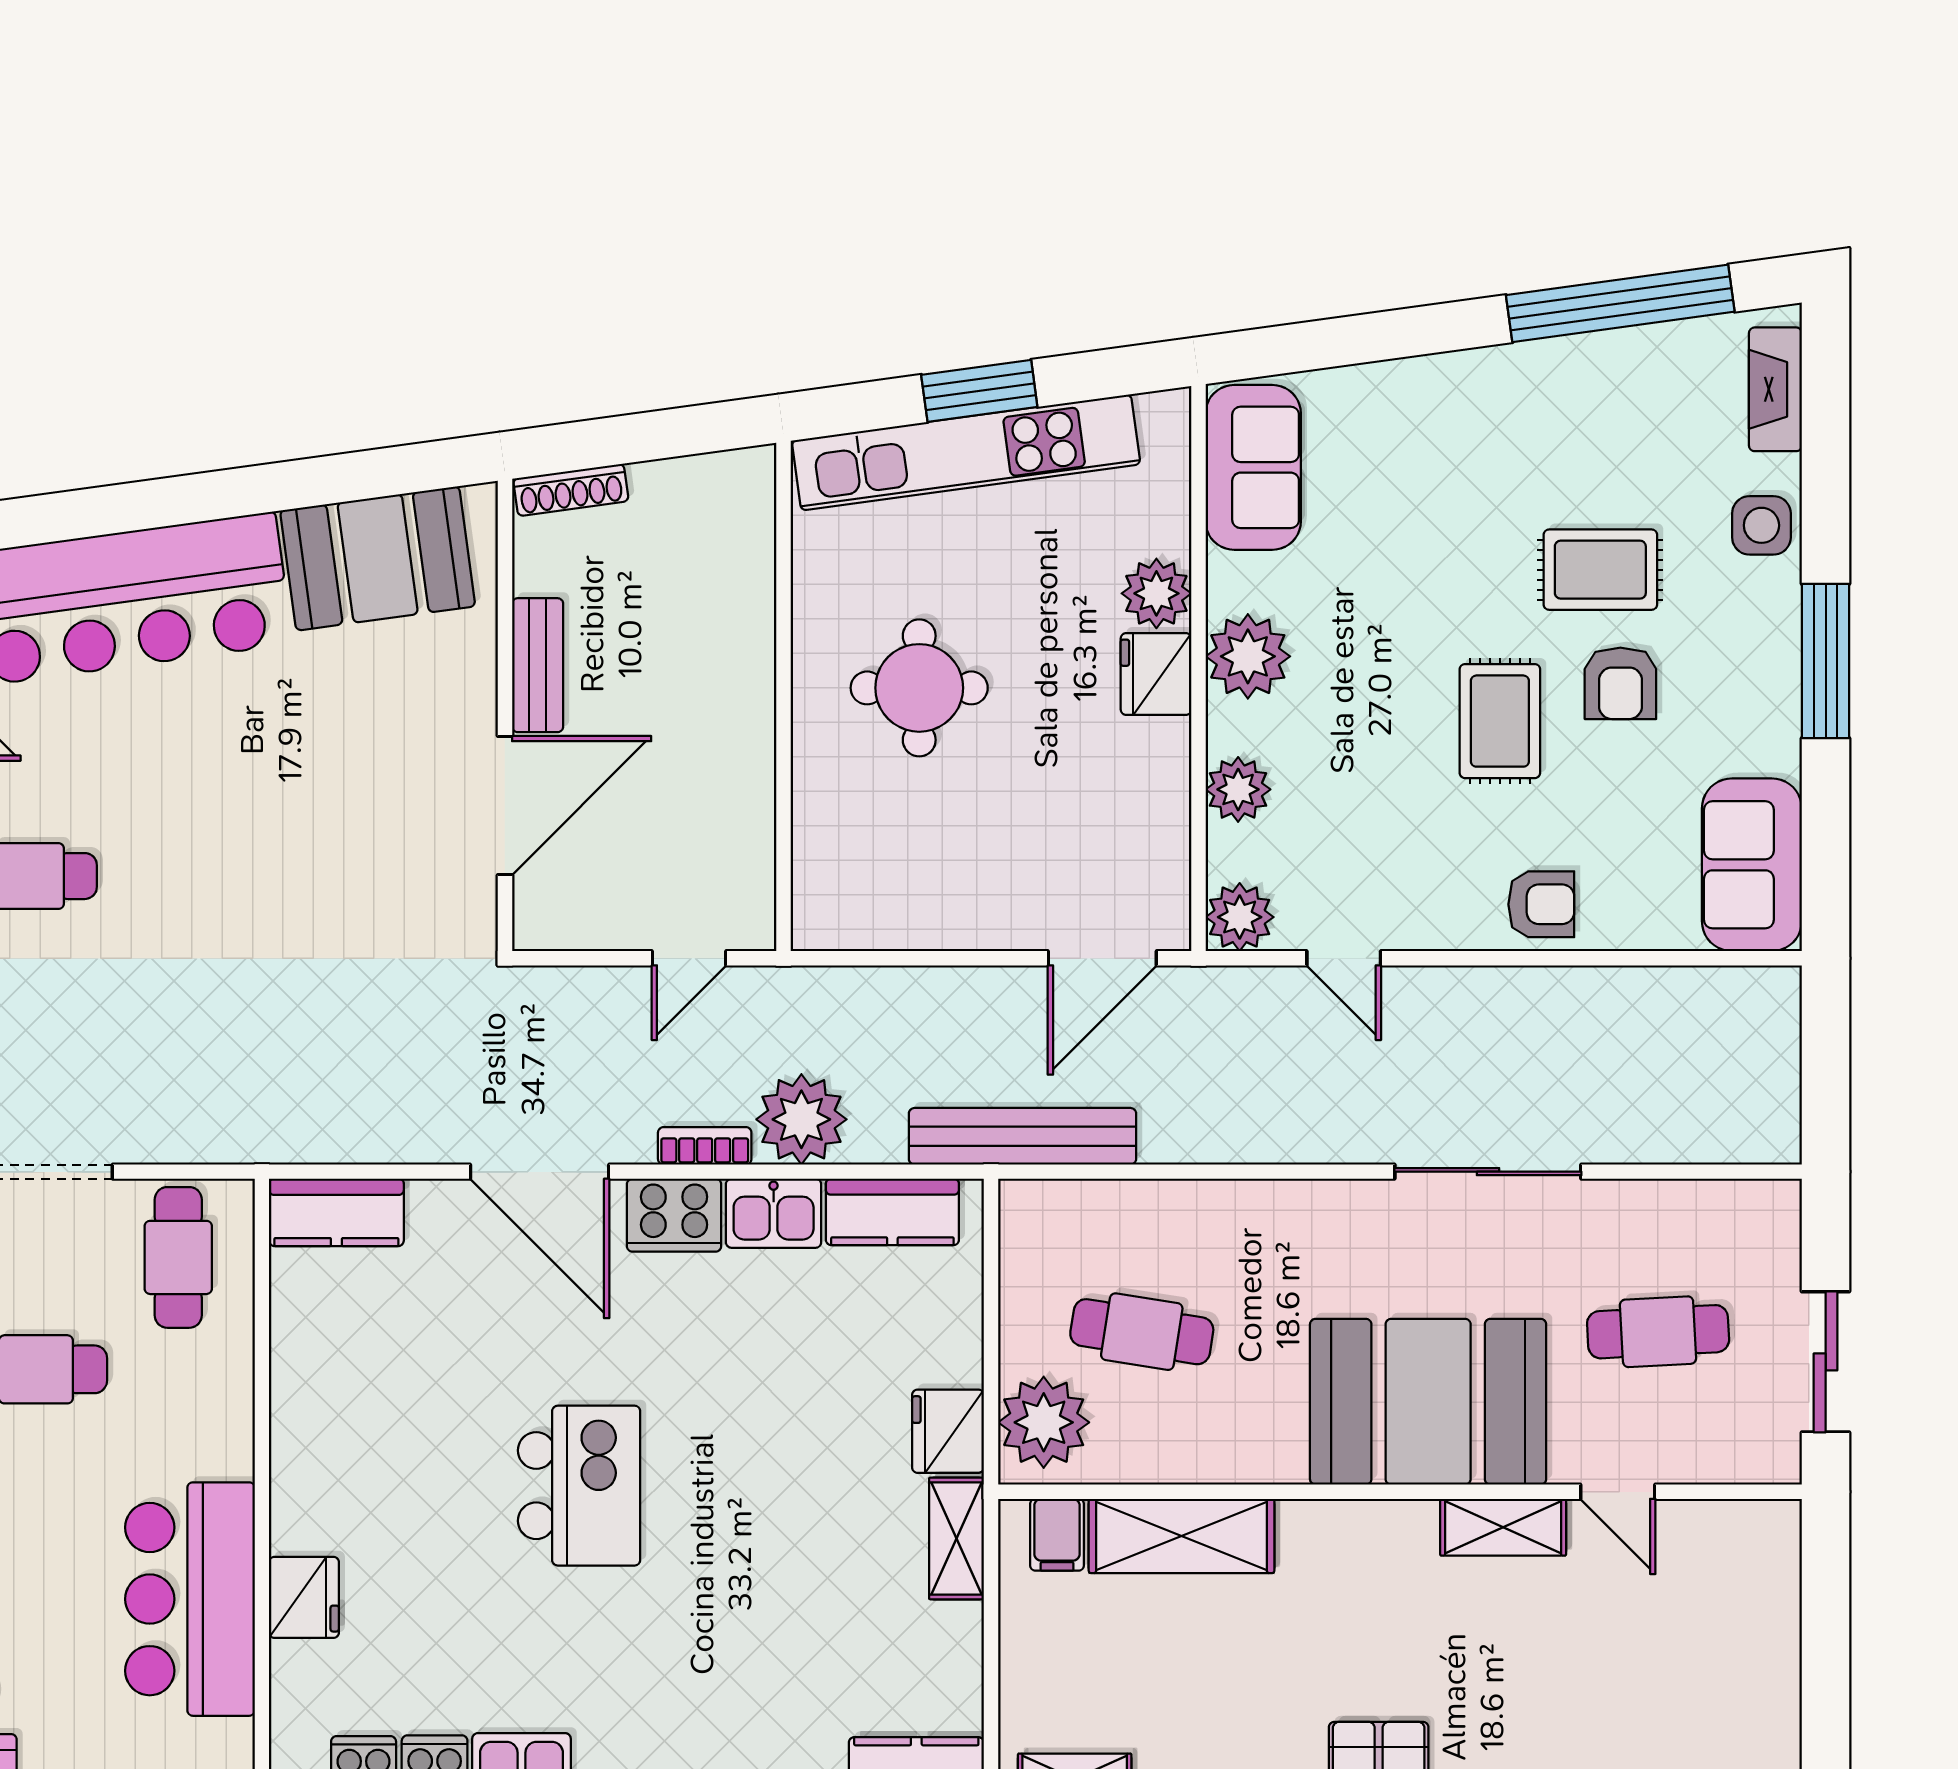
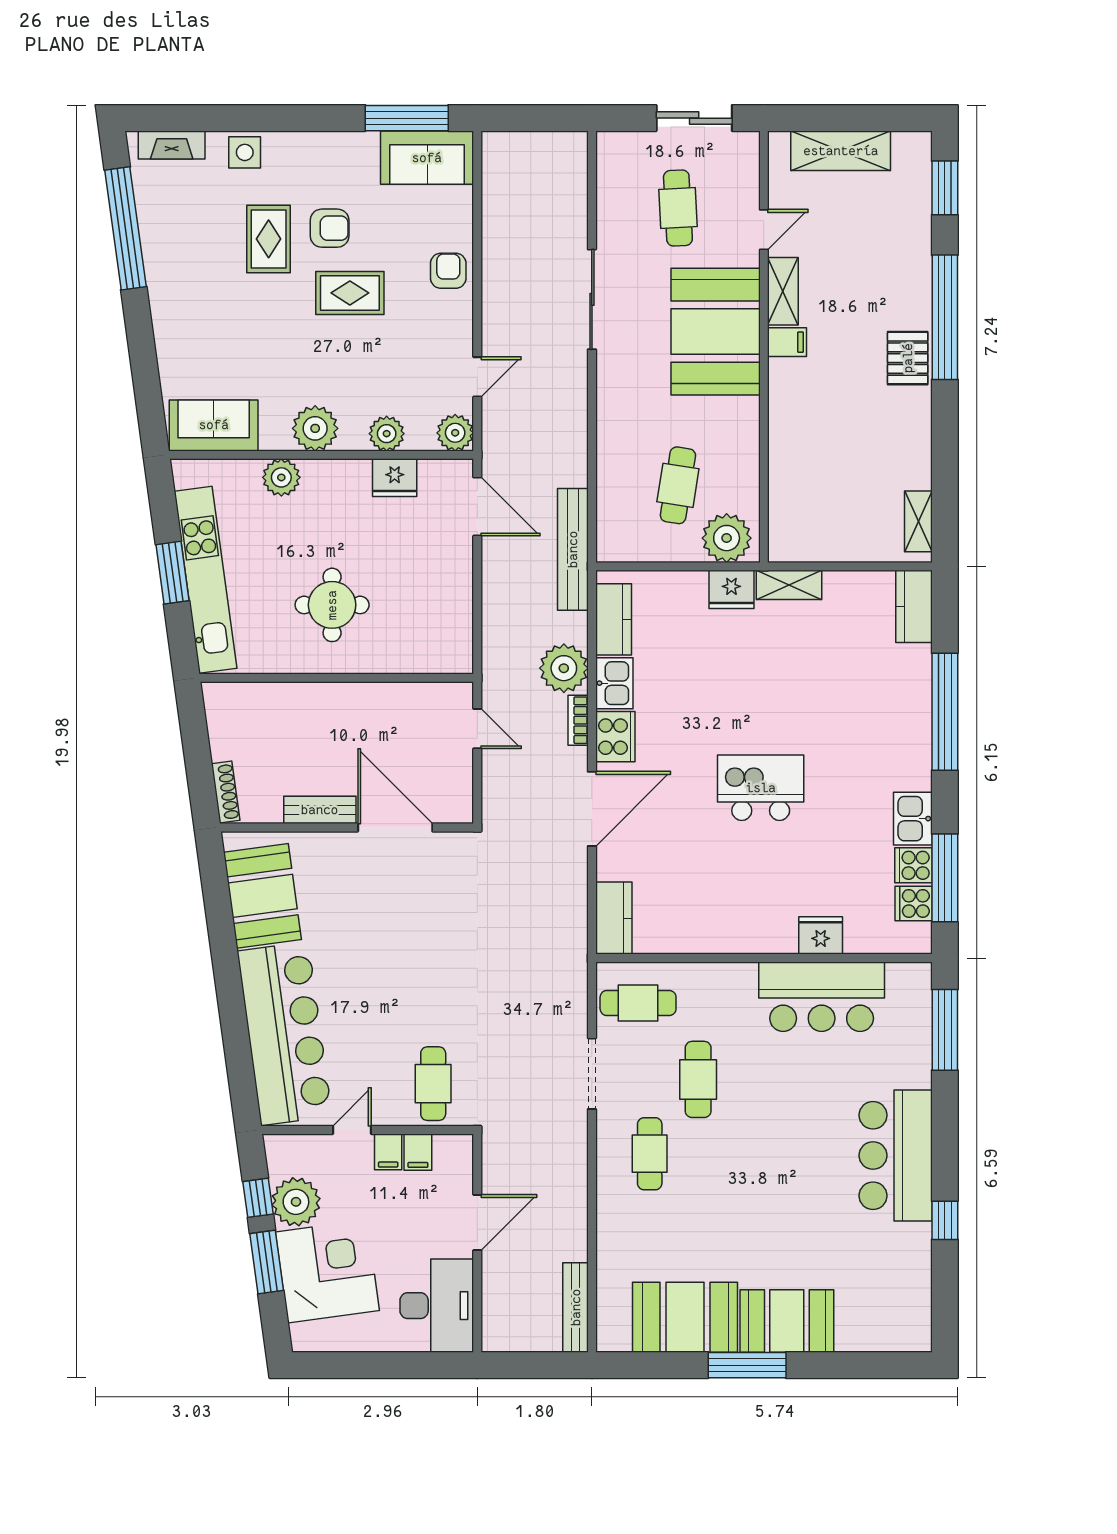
window: (1826, 661) -> (407, 118), moved
fridge: (1156, 674) -> (395, 478), moved
filing cabinet: (1057, 1535) -> (787, 342), moved
shelving: (1182, 1536) -> (841, 151), moved, turned 90

